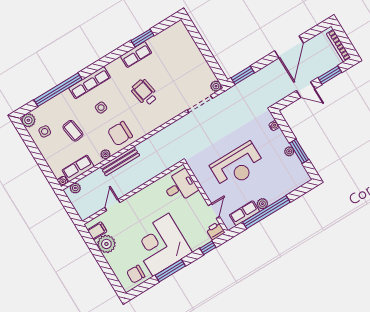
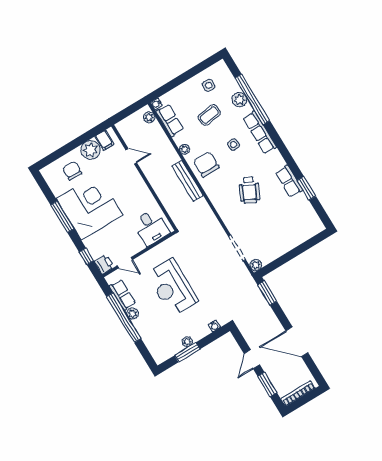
wheelchair: (144, 92) -> (249, 190), turned 126
plant: (28, 120) -> (239, 100), moved
bench: (120, 161) -> (188, 181), moved
chair: (136, 274) -> (72, 171), moved

